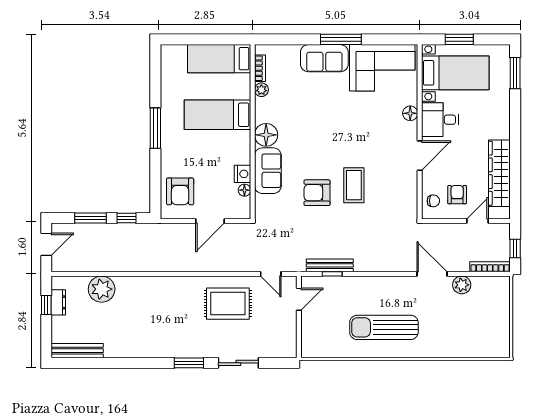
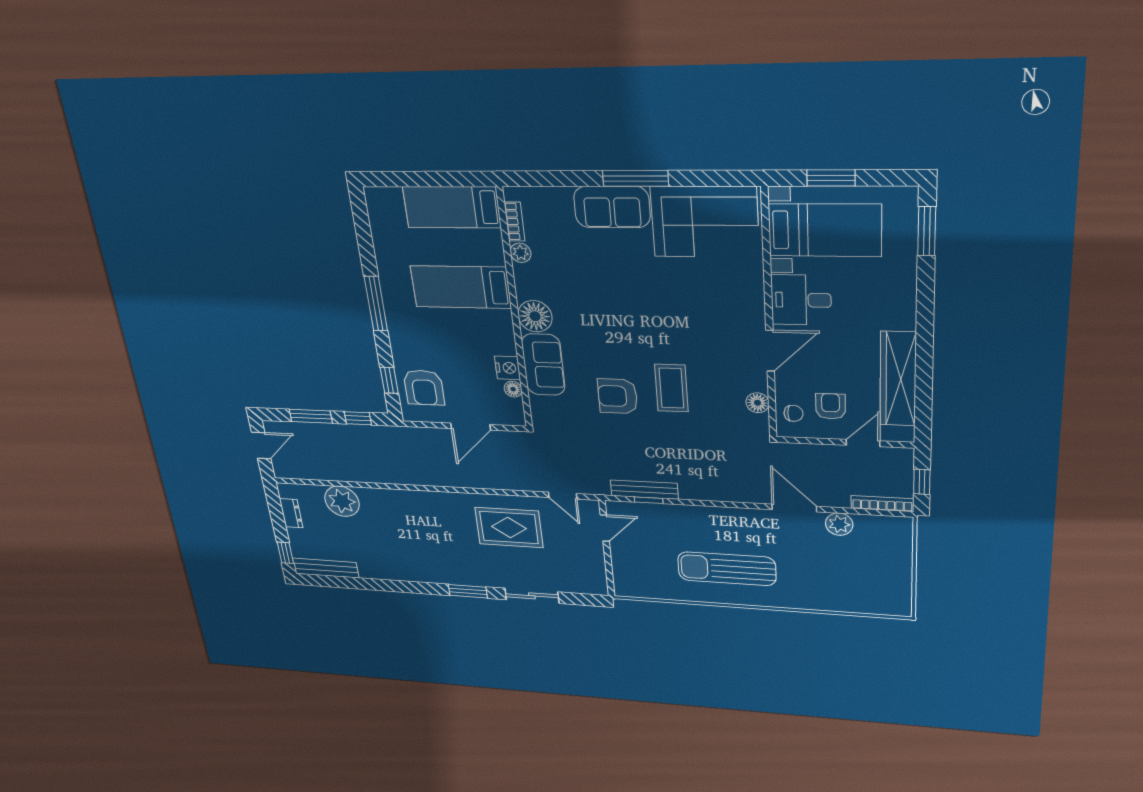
floor lamp: (410, 113) -> (757, 403), moved
window: (155, 187) -> (389, 380), added
window: (46, 305) -> (285, 553), moved

